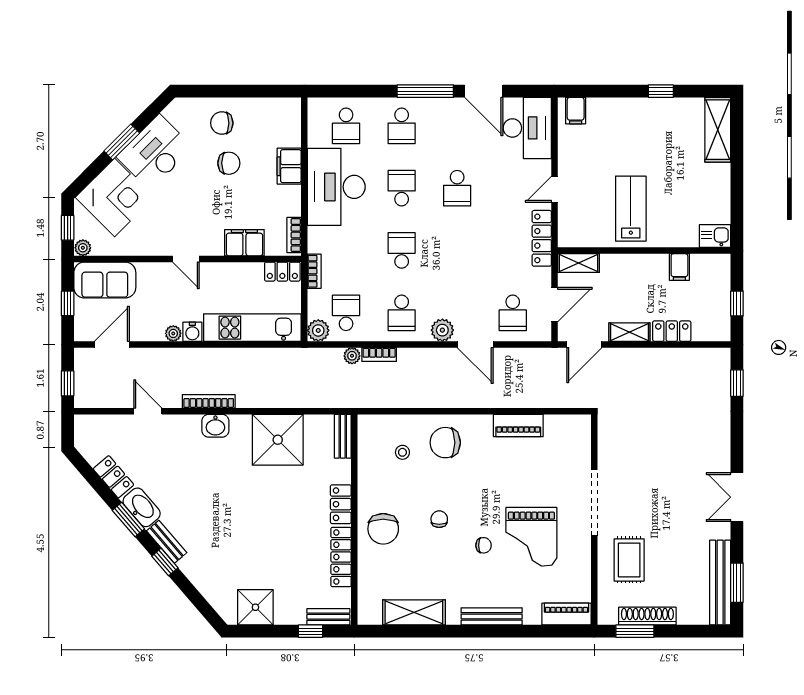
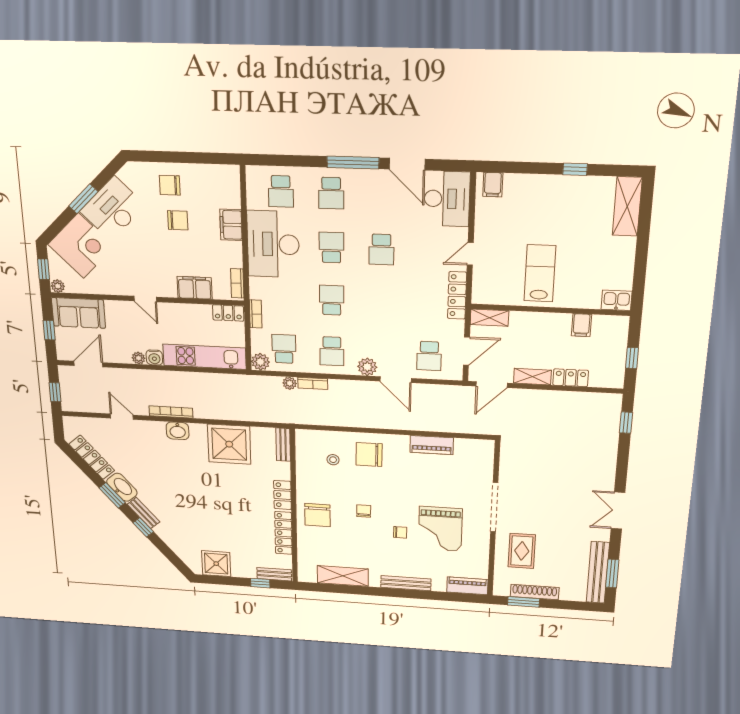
locker: (114, 477) -> (92, 457), width x1.53

